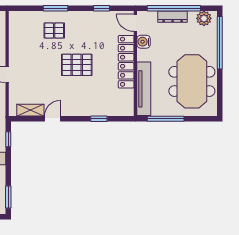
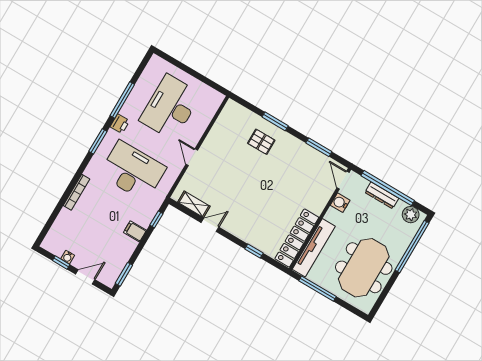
window: (101, 8) -> (319, 147), width x1.50
locker: (126, 62) -> (297, 238), moved
pallet: (77, 65) -> (263, 187), removed

